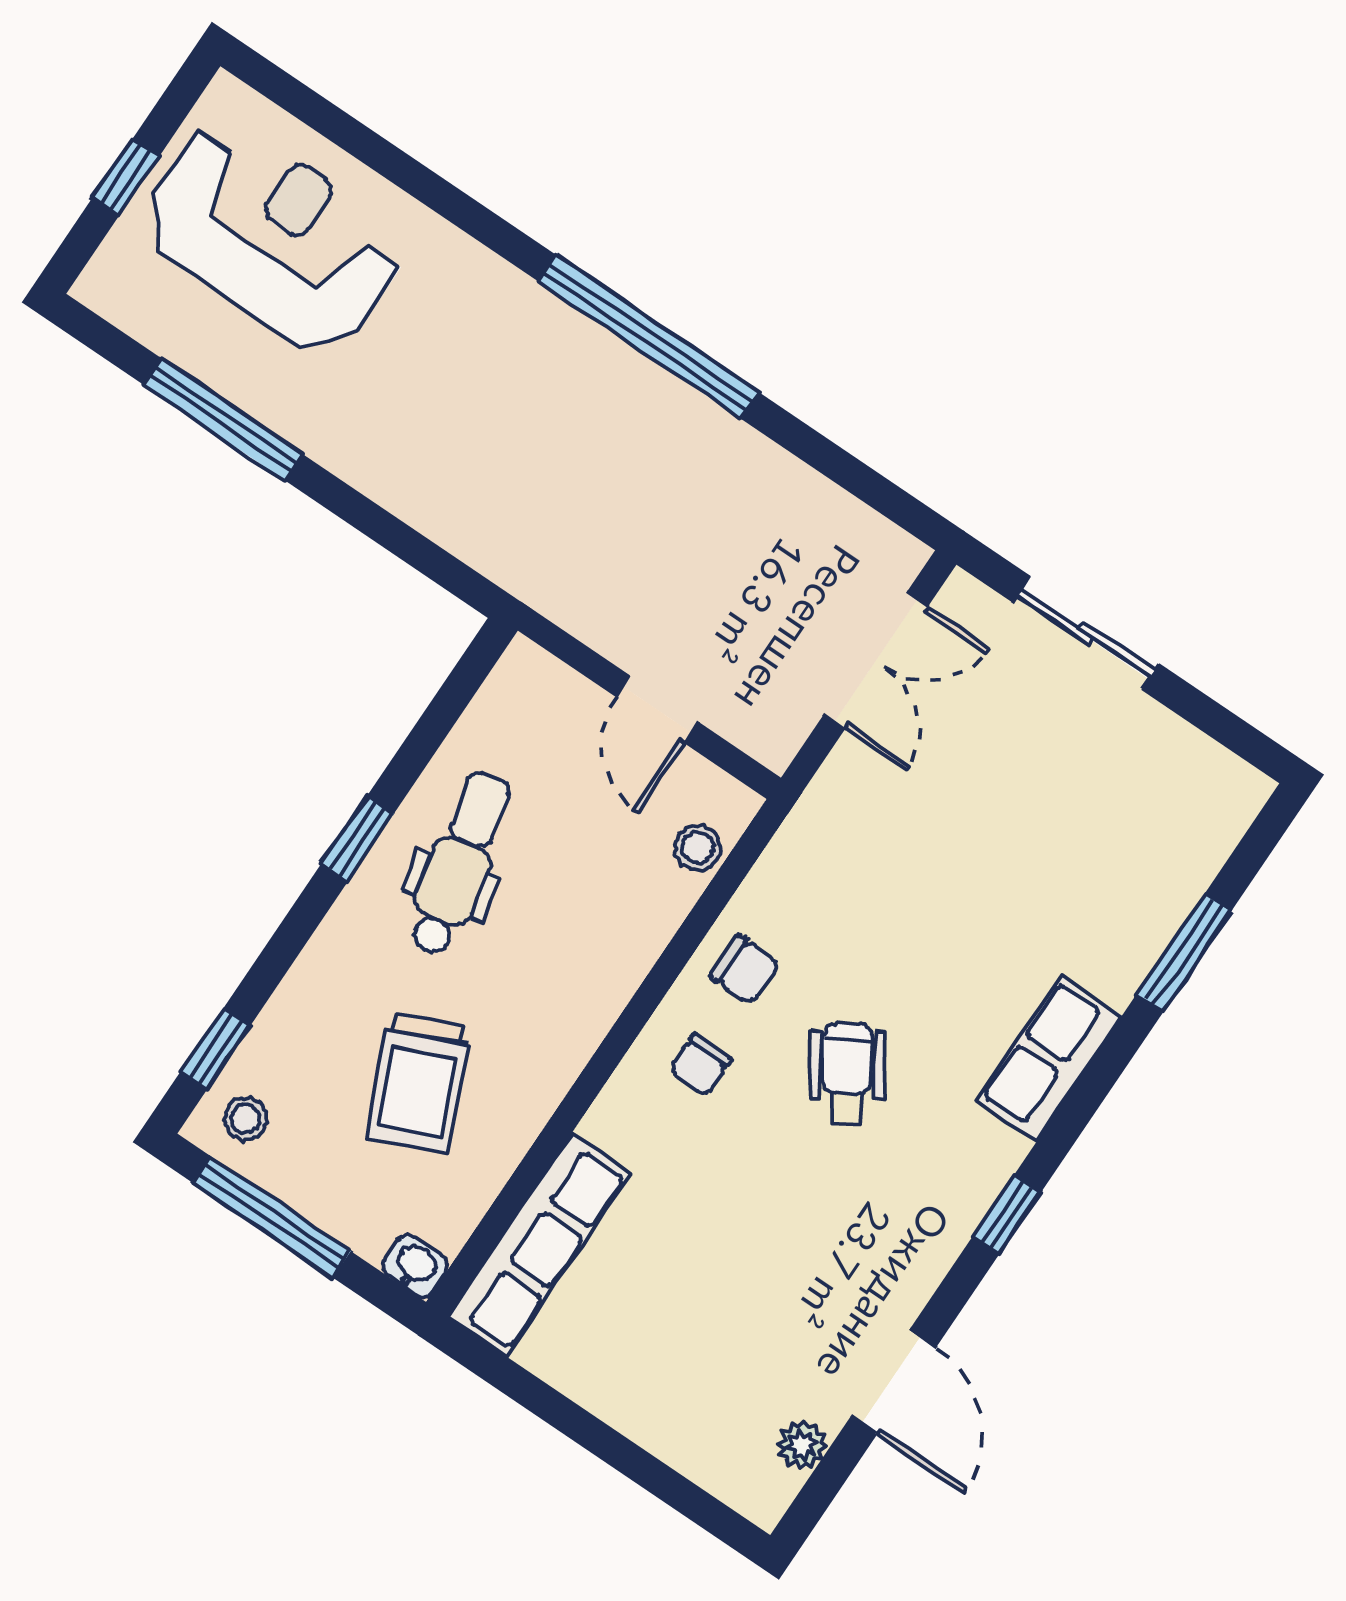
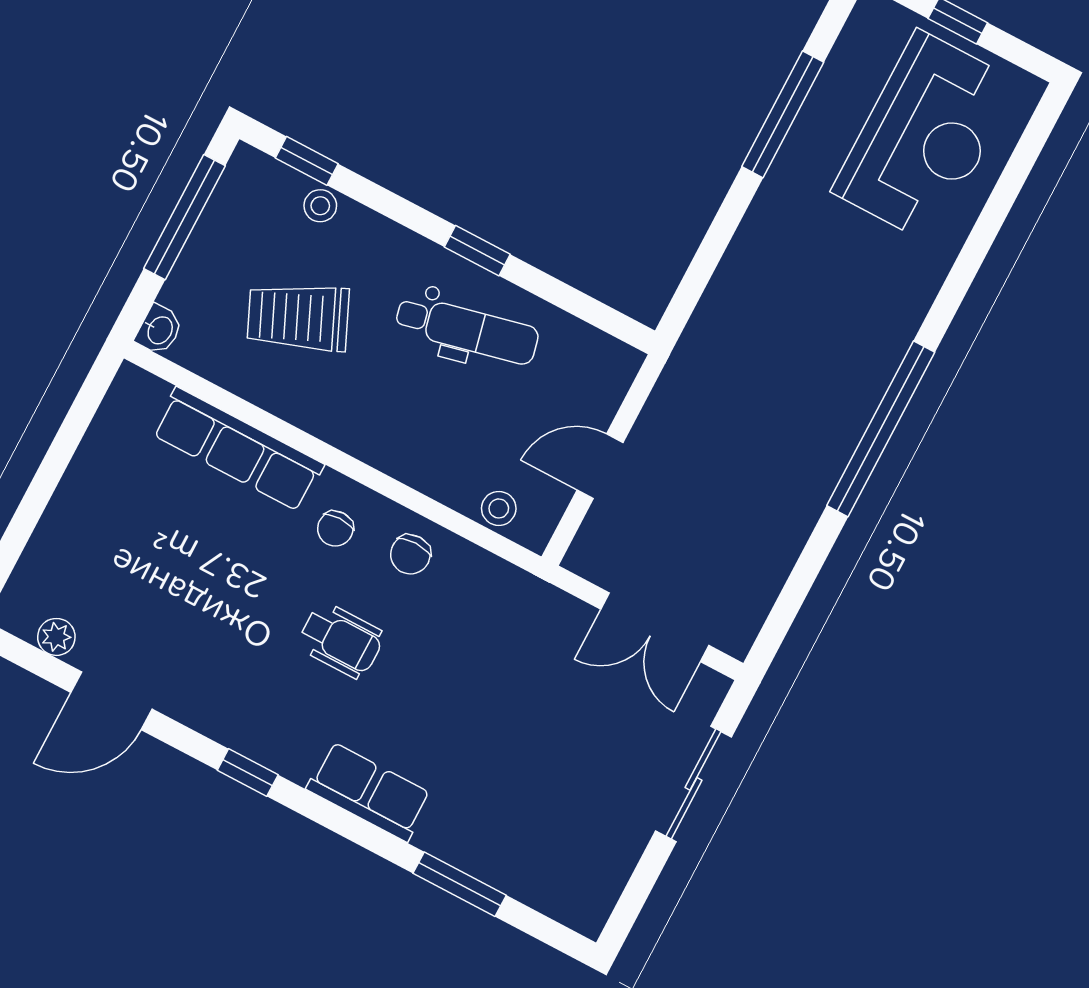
chair: (700, 1065) -> (335, 529), turned -90
wheelchair: (847, 1073) -> (341, 640), turned 33
stool: (245, 1119) -> (320, 206), moved
row of seats: (539, 1245) -> (238, 449), moved

